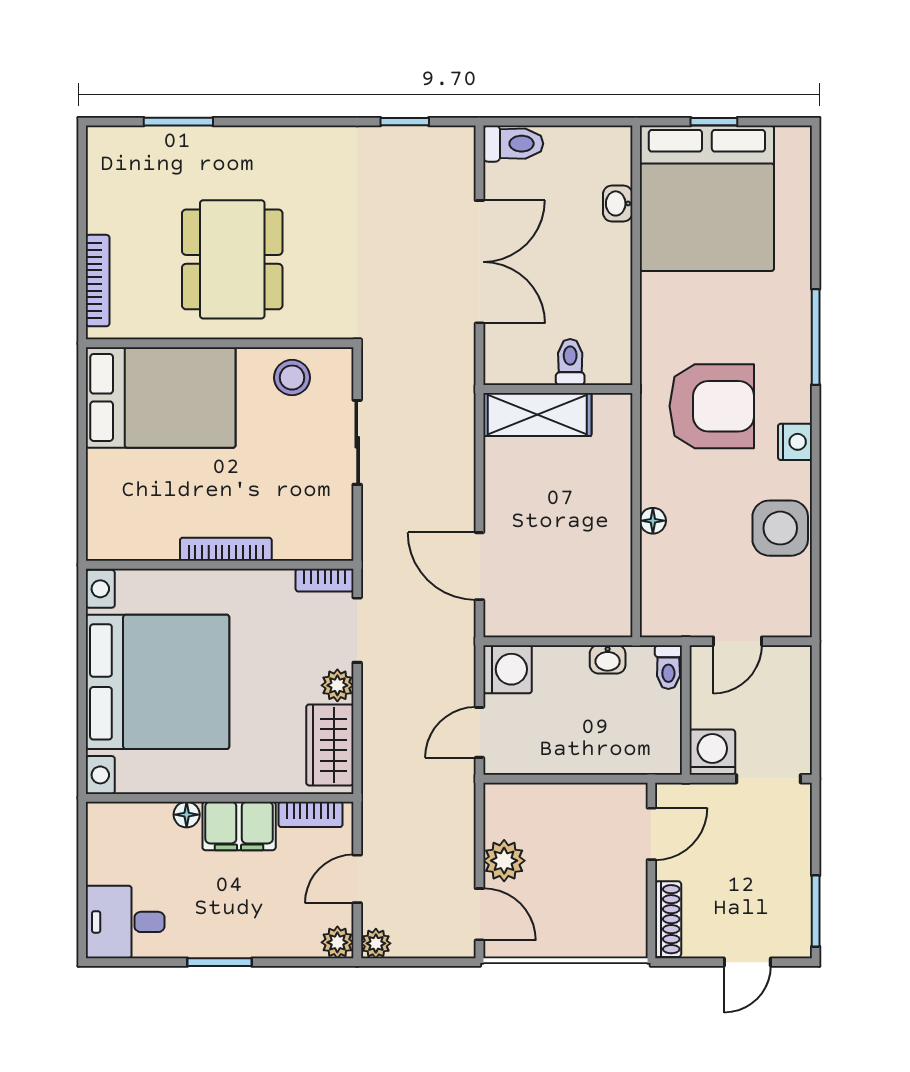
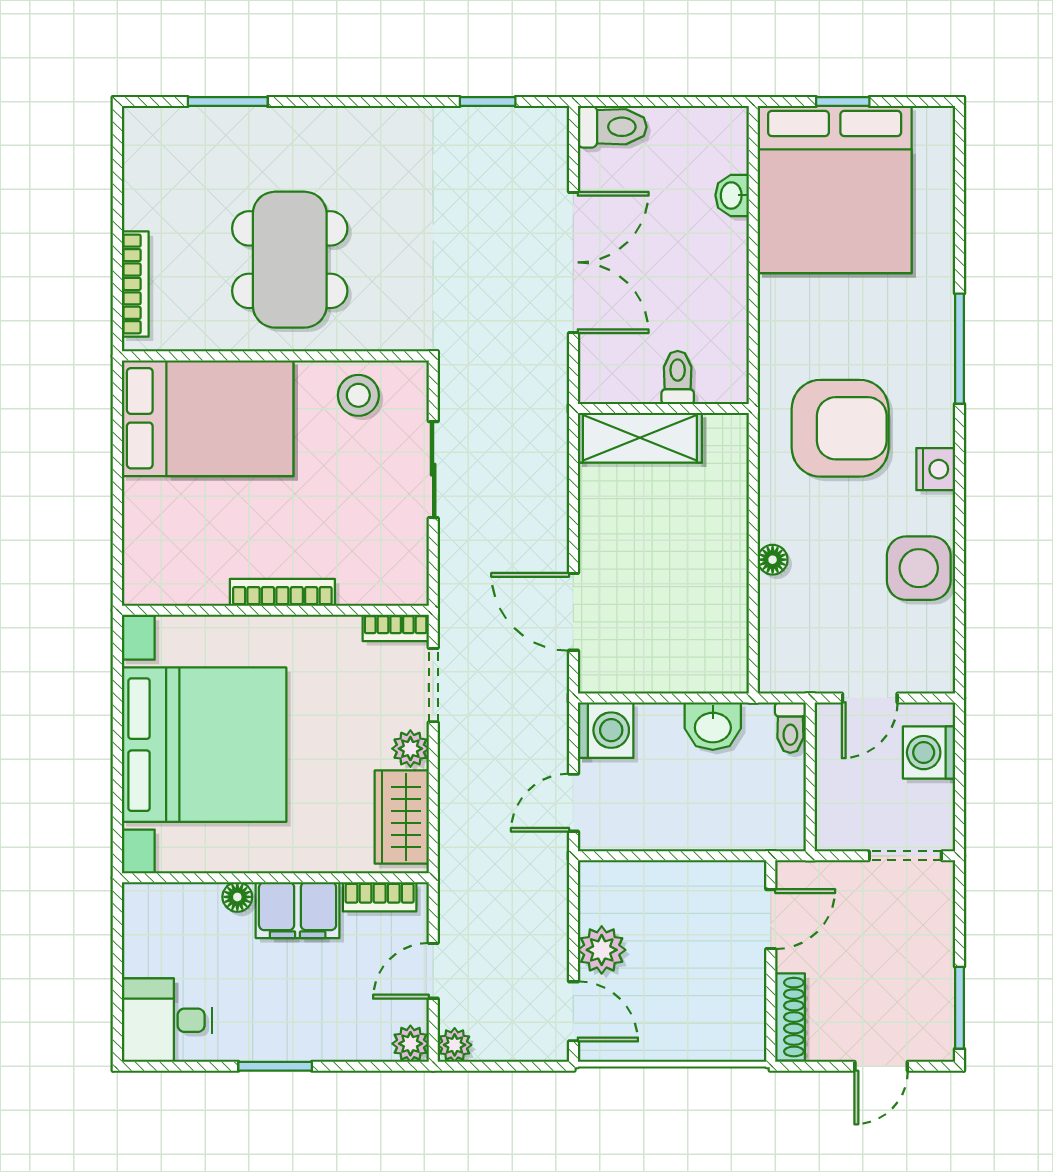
washbasin: (608, 659) -> (713, 726), width x1.38, depth x1.45
washing machine: (712, 752) -> (929, 753), moved, turned -90

